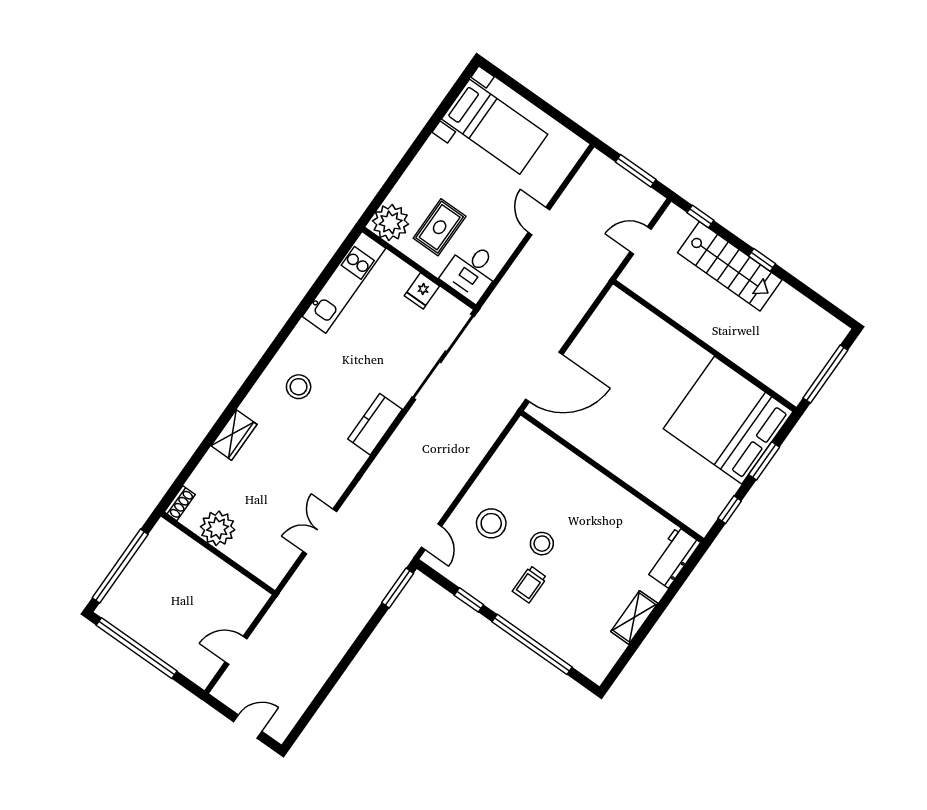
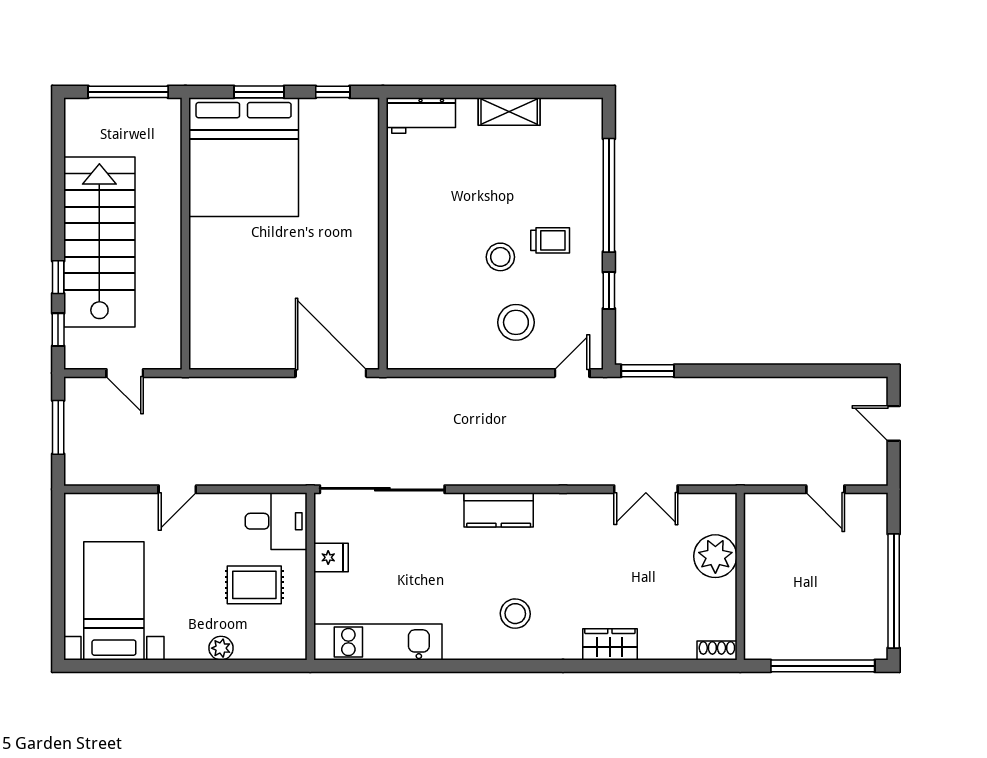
plant: (391, 222) -> (221, 648), moved, width x0.53, depth x0.53
window: (762, 260) -> (58, 277), moved
stairs: (730, 266) -> (99, 242), width x1.36, depth x1.51
plant: (218, 528) -> (715, 556), moved

